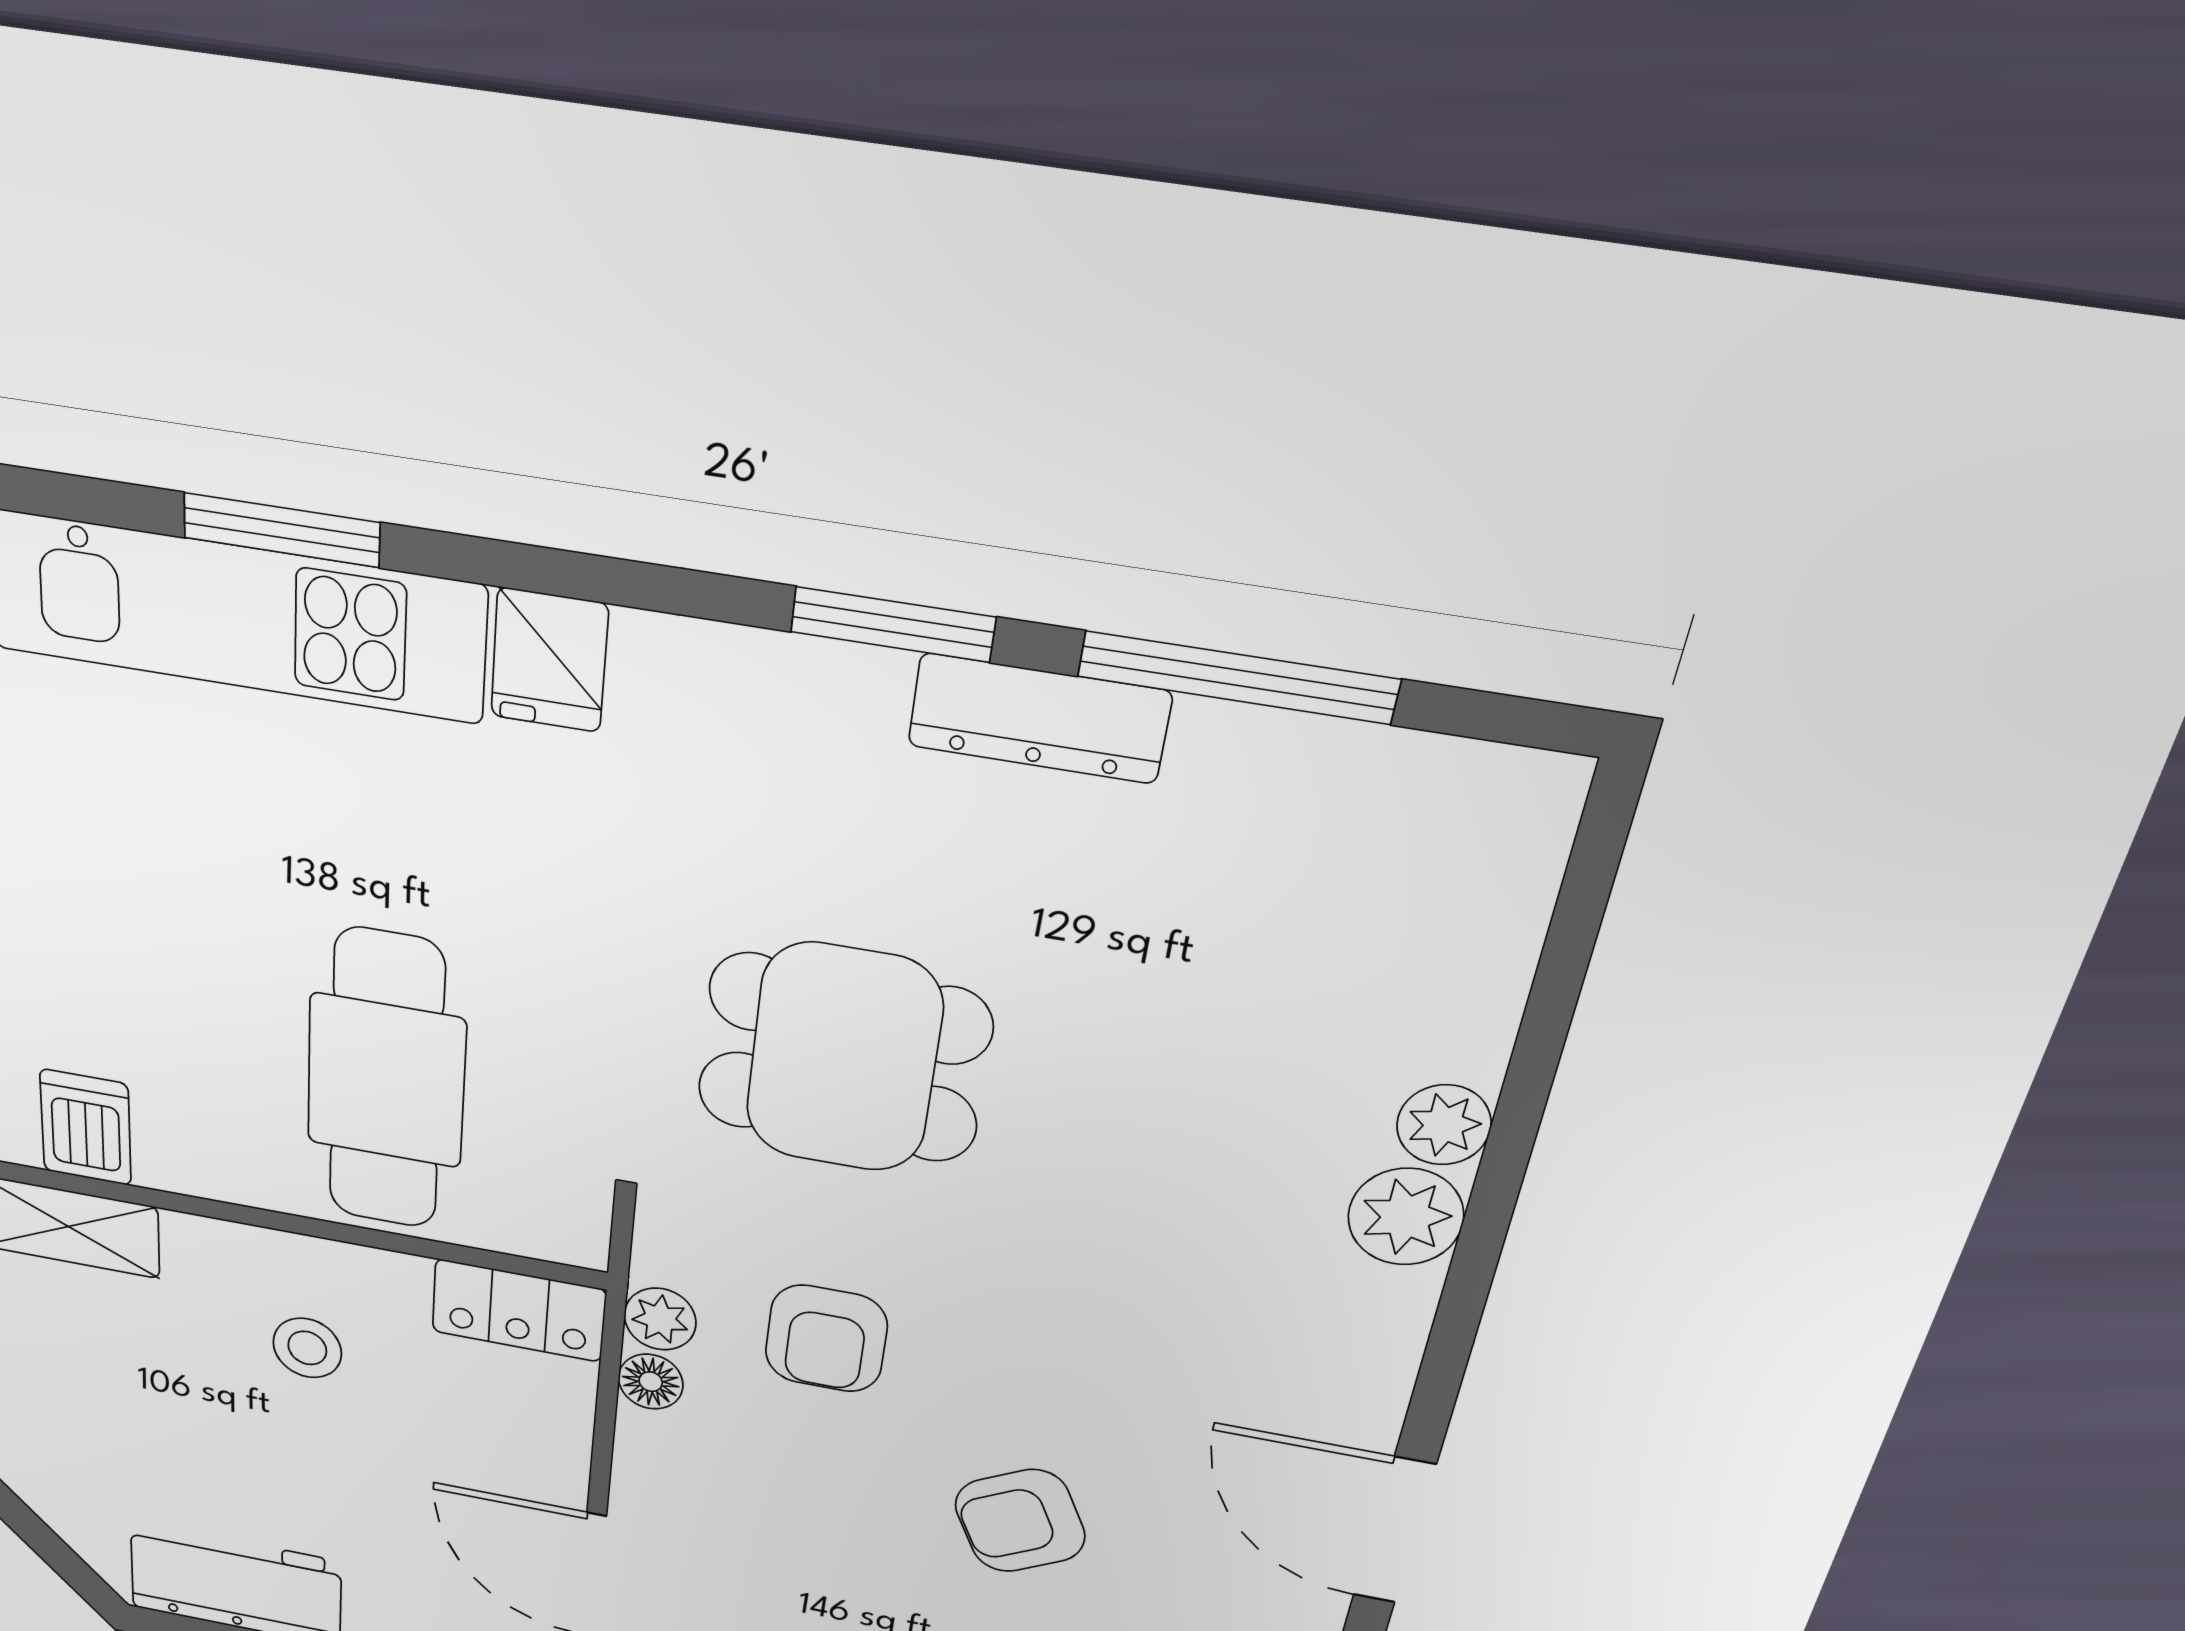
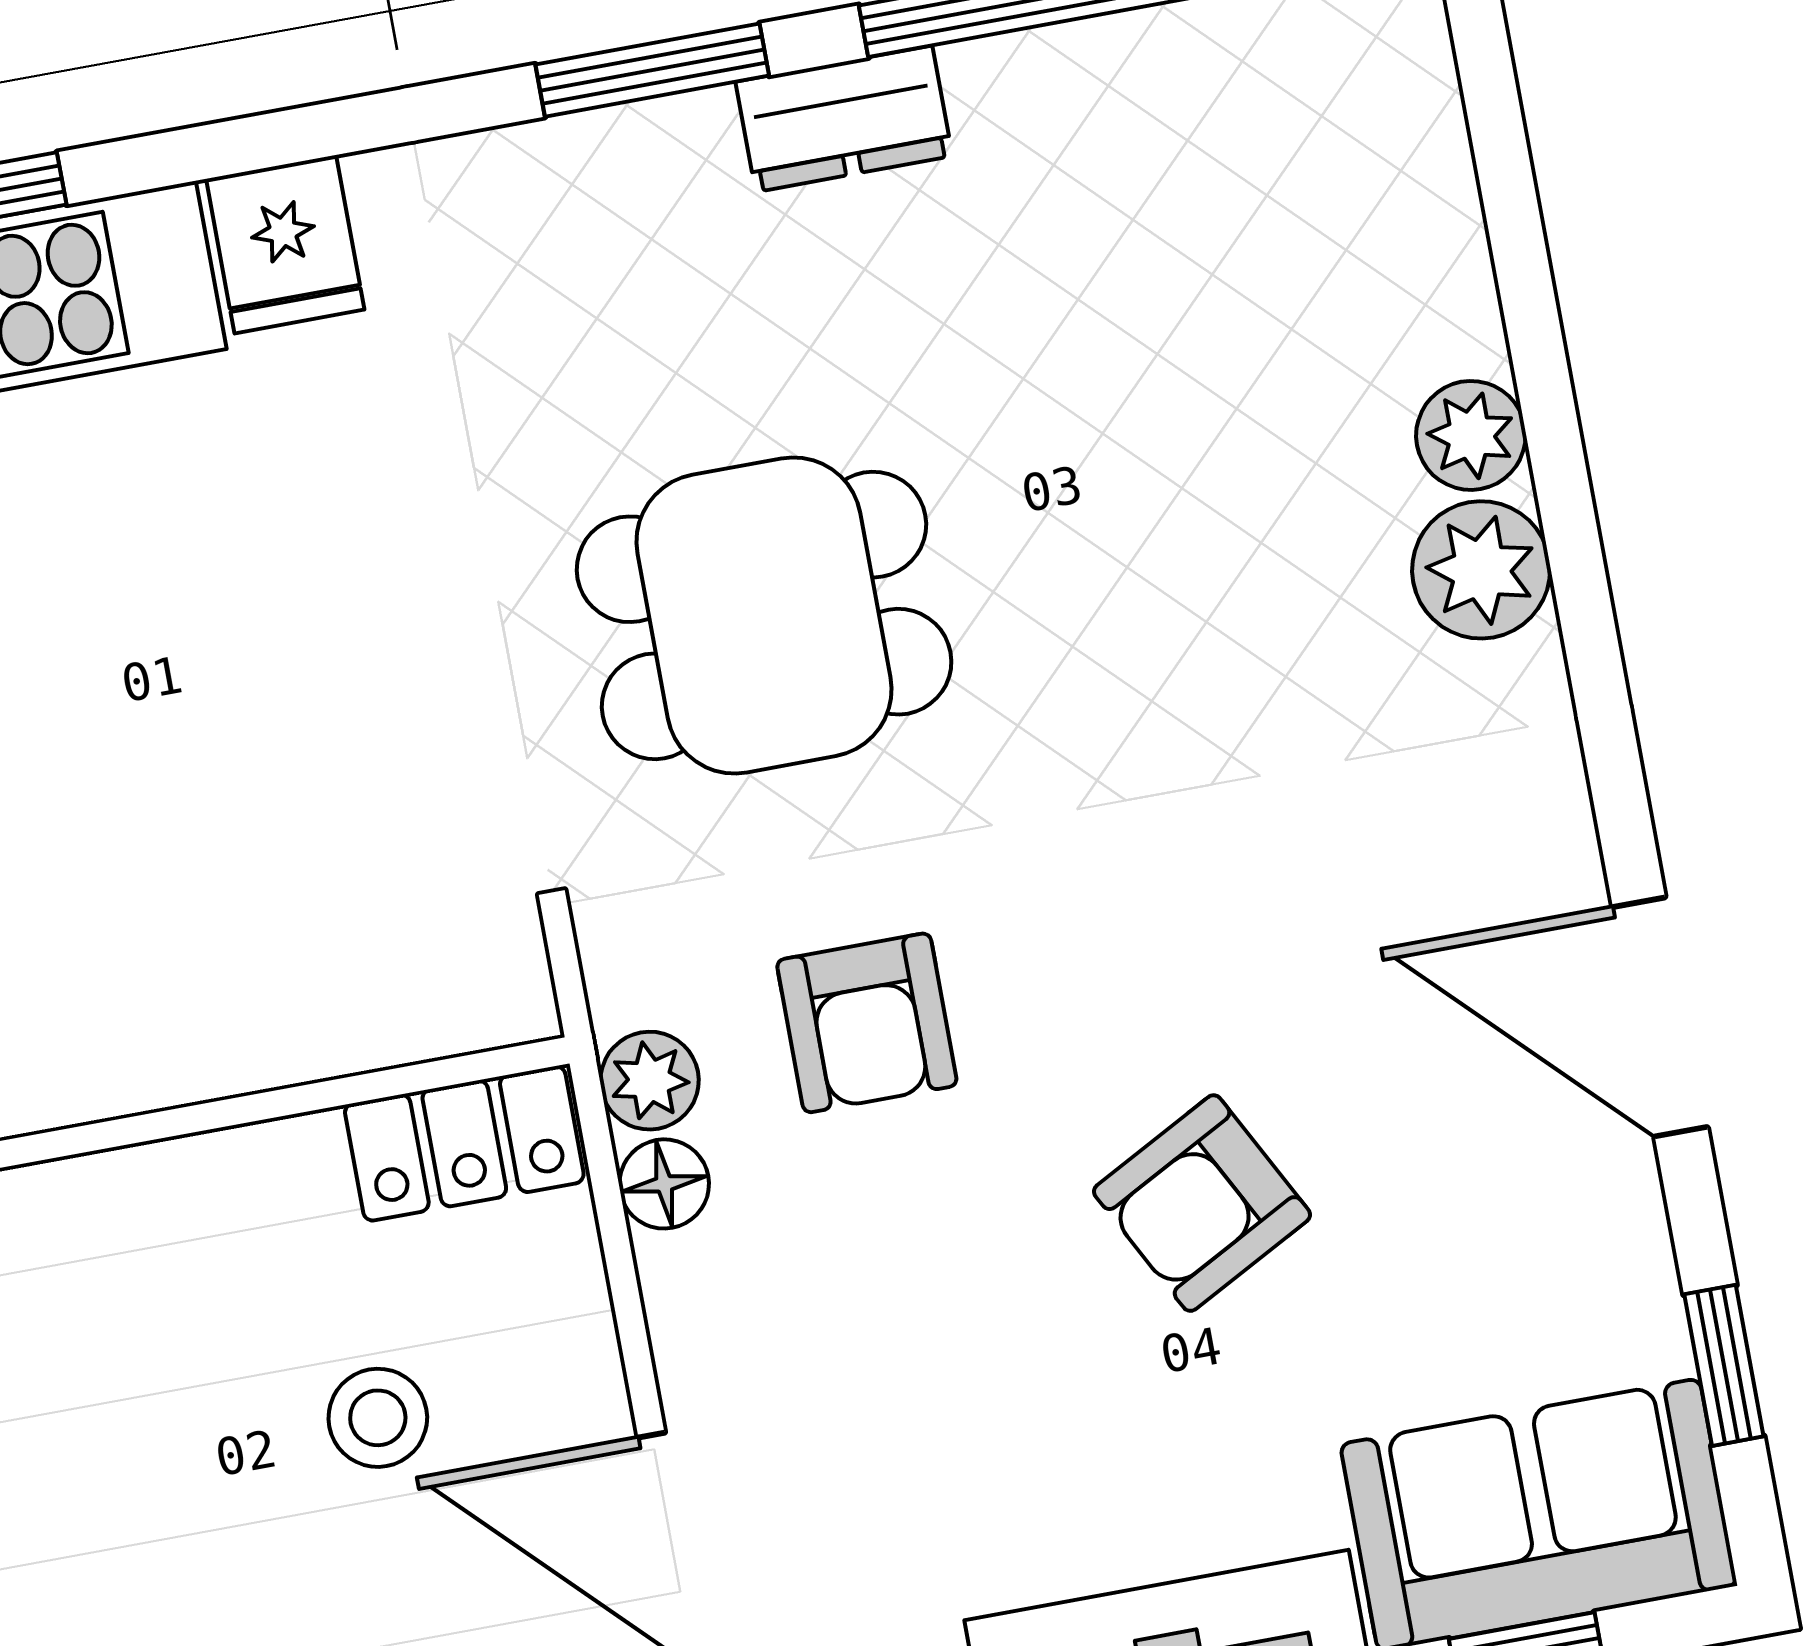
dresser: (1039, 719) -> (844, 119), width x0.70
cafe table: (386, 1081) -> (215, 865), removed
stool: (307, 1348) -> (378, 1418), moved

